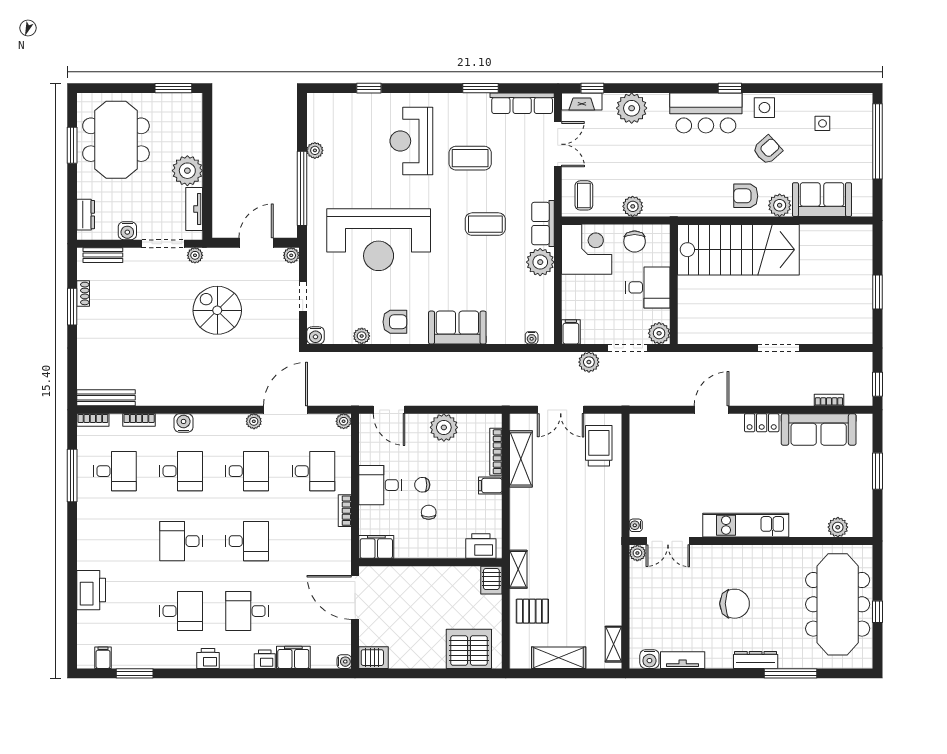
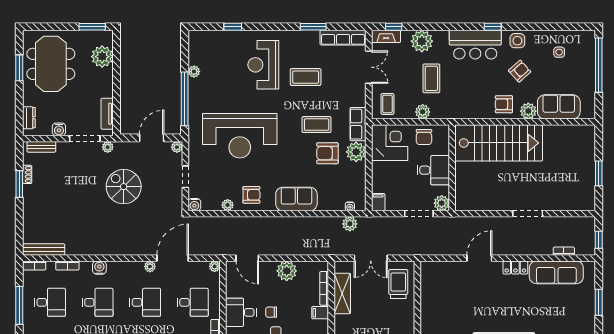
coffee table: (645, 160) -> (431, 78), added
plant: (187, 171) -> (102, 57), moved
armchair: (500, 264) -> (327, 153), added
plant: (589, 362) -> (350, 224), moved

